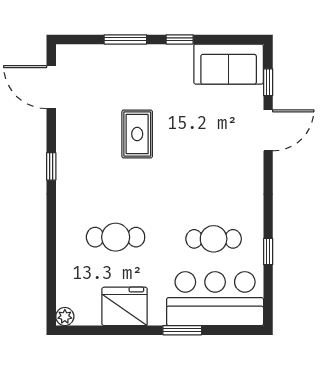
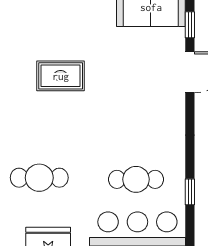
rug: (137, 134) -> (61, 76), turned 90

